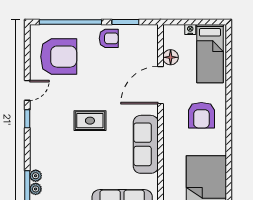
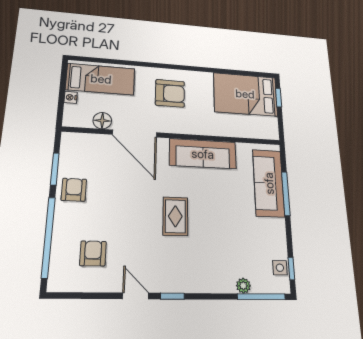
armchair: (59, 57) -> (93, 253), width x0.53, depth x0.53
plant: (36, 189) -> (259, 286), removed

